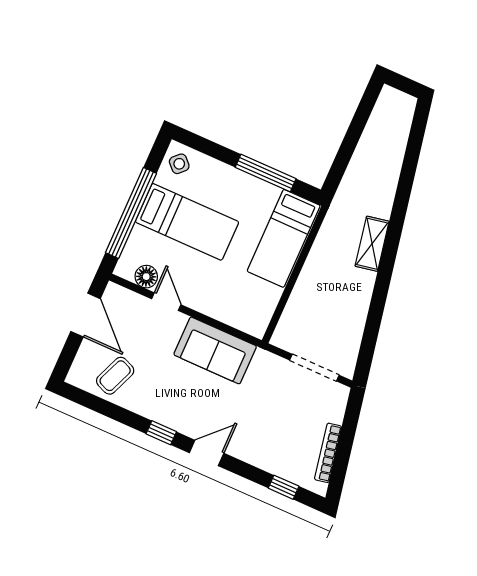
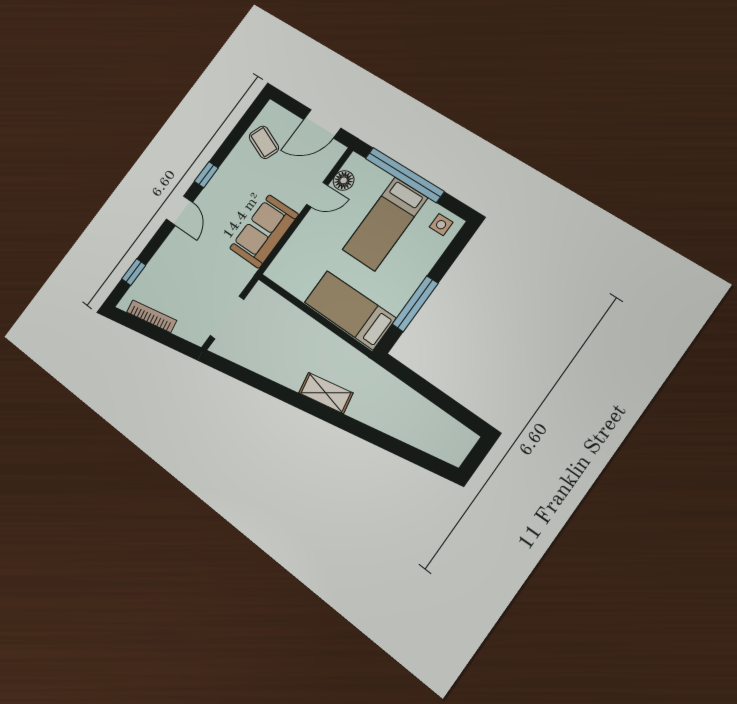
side table: (179, 164) -> (441, 225), turned 45

